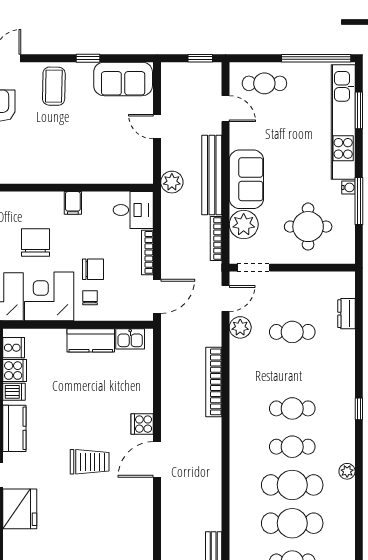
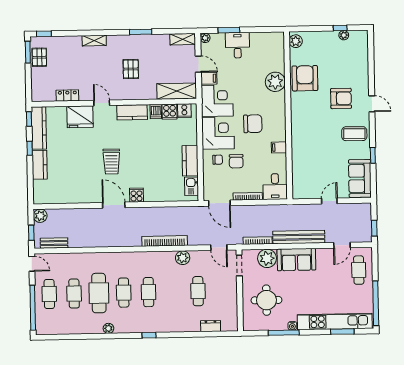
plant: (172, 182) -> (294, 211), removed
plant: (240, 327) -> (183, 258), moved
cafe table: (292, 523) -> (74, 294), width x0.73, depth x0.74

